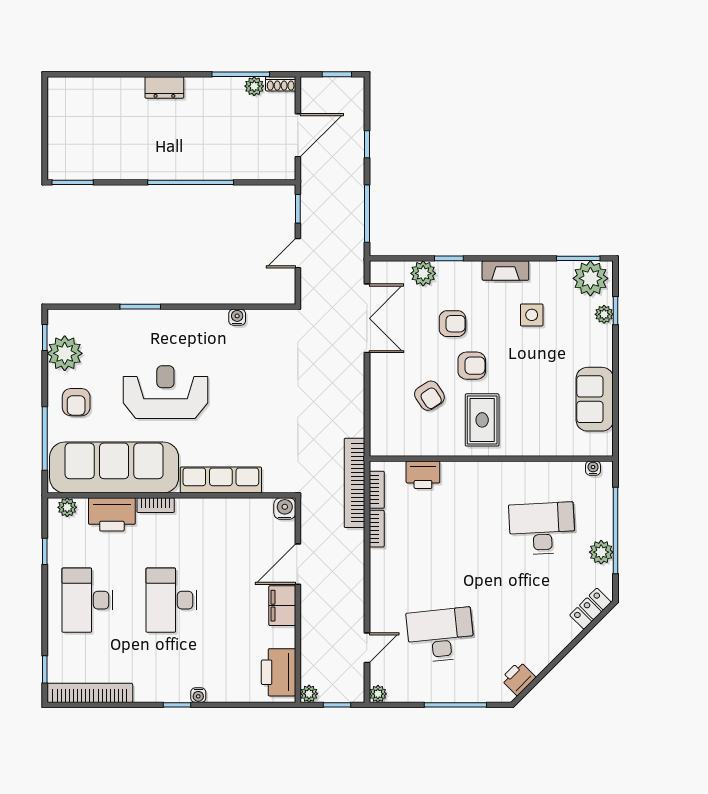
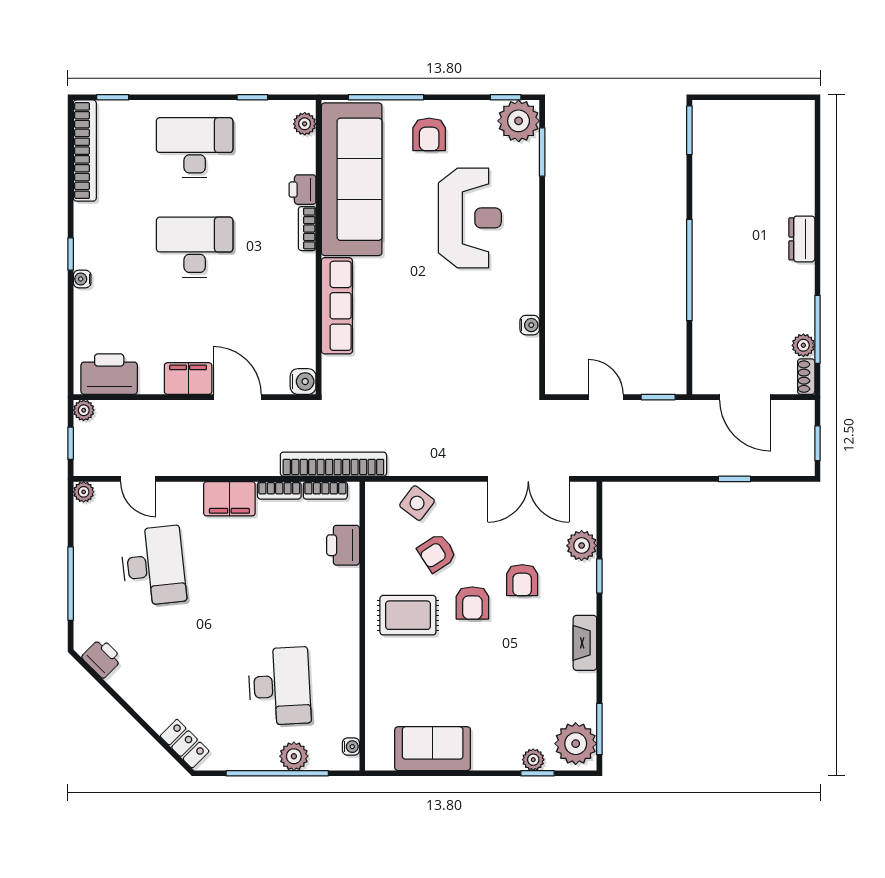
window: (367, 214) -> (652, 479), removed
window: (140, 307) -> (542, 152), moved
side table: (532, 315) -> (417, 503), moved, turned 37
plant: (65, 353) -> (519, 121), moved
reception desk: (165, 392) -> (470, 218), moved
armchair: (76, 402) -> (429, 134), turned -90
printer: (112, 514) -> (303, 190), width x0.53, depth x0.68
plant: (601, 552) -> (294, 756), moved
filing cabinet: (384, 571) -> (229, 499), added

